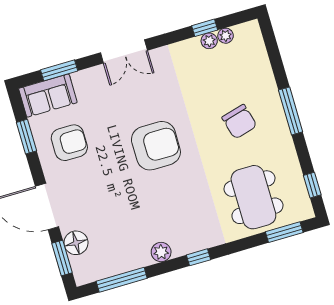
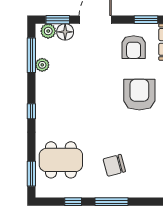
armchair: (156, 146) -> (139, 95), moved, turned 180
window: (312, 185) -> (73, 202), moved
plant: (161, 252) -> (42, 65), moved
plant: (82, 266) -> (48, 31), added

